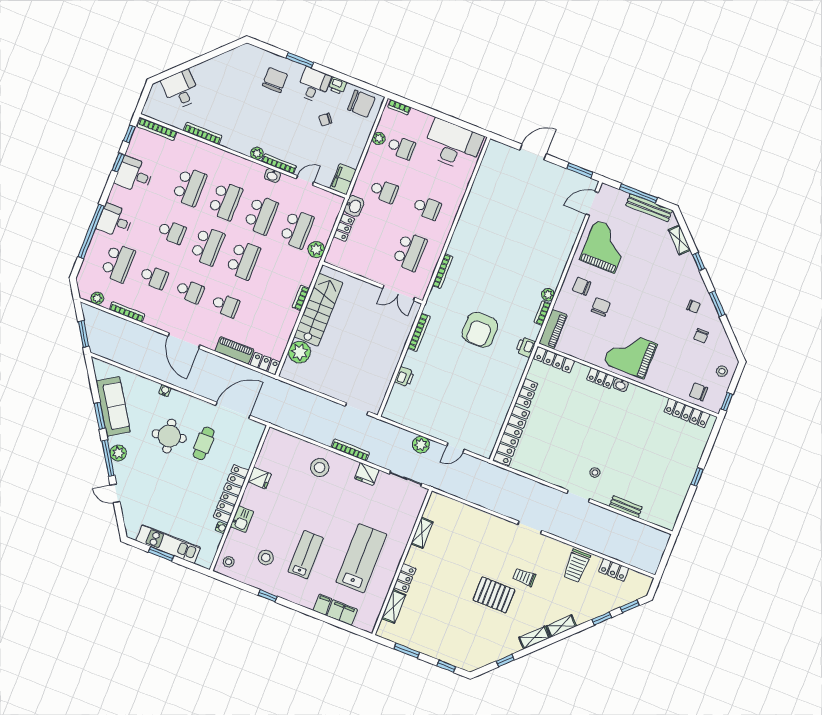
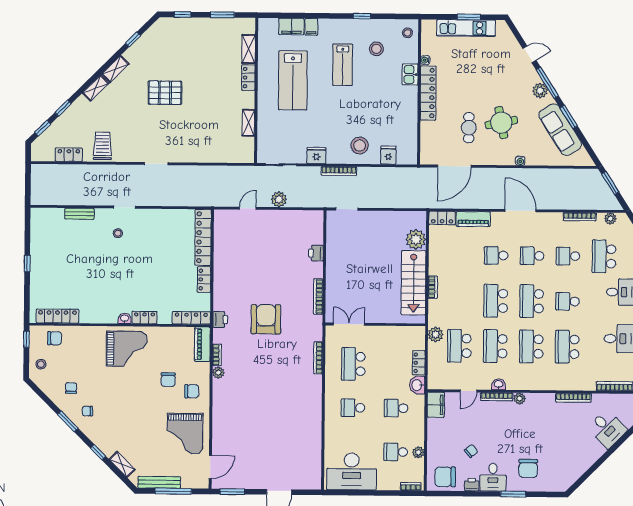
fridge: (260, 478) -> (388, 155), moved, turned 90
trolley: (524, 577) -> (144, 118), removed

